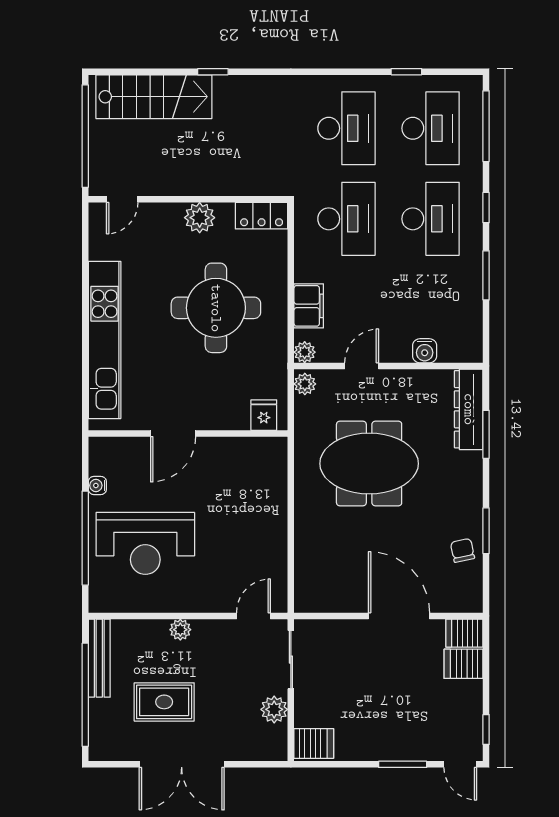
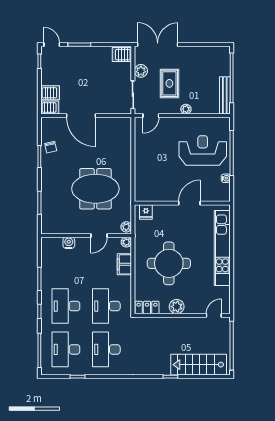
dresser: (469, 409) -> (48, 215), removed
rug: (164, 702) -> (169, 83), moved, turned 90
double door: (182, 764) -> (158, 45), moved

